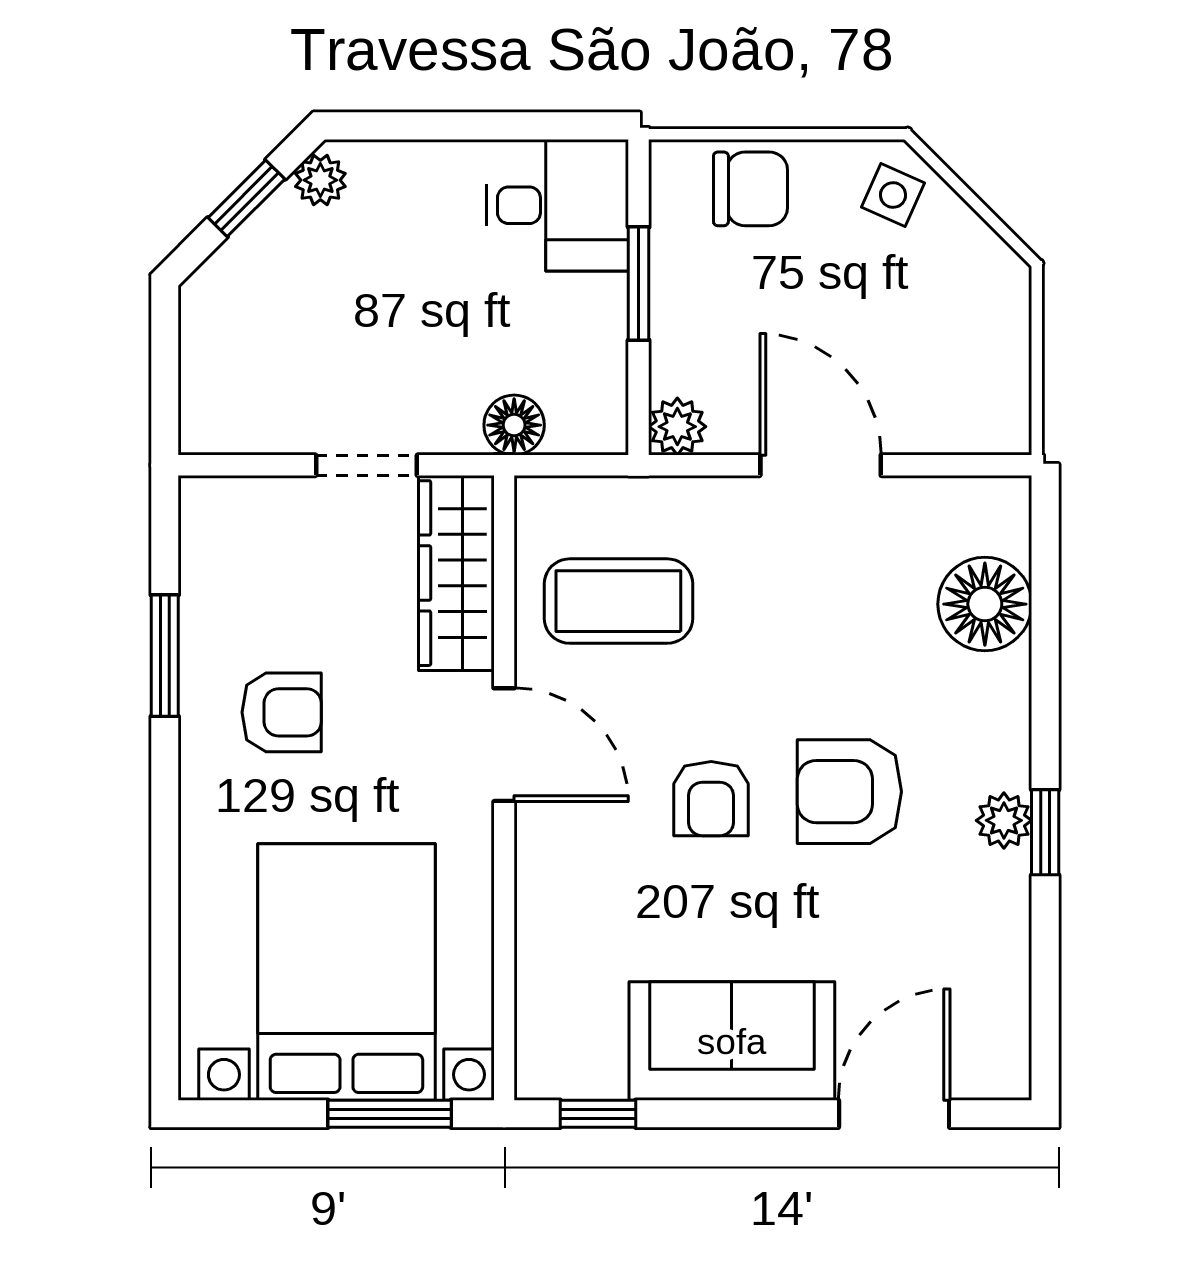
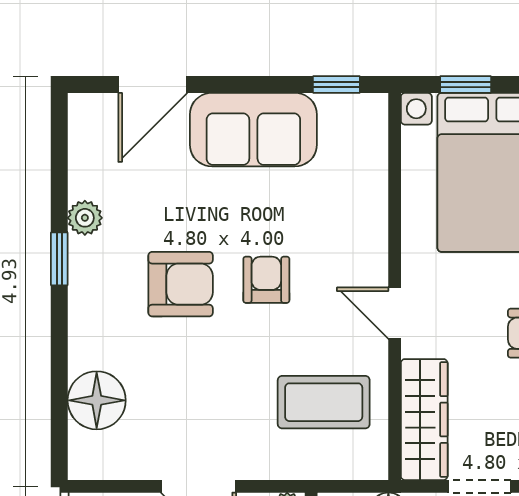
door: (504, 745) -> (395, 313), width x0.73
plant: (1004, 820) -> (85, 218), moved
window: (390, 1114) -> (466, 84), width x0.67

